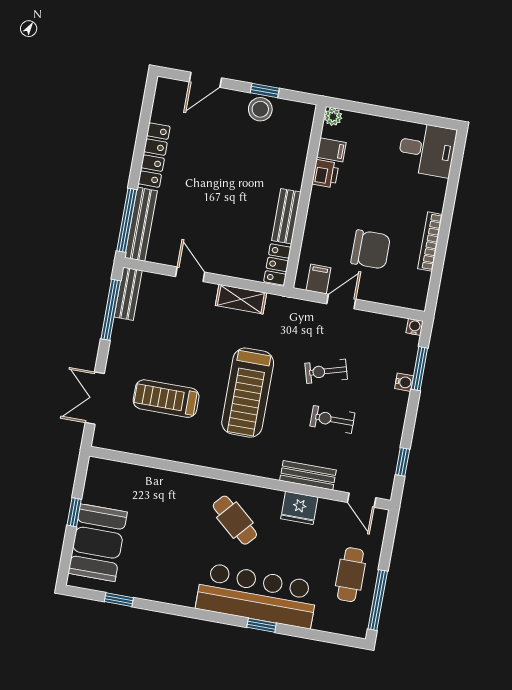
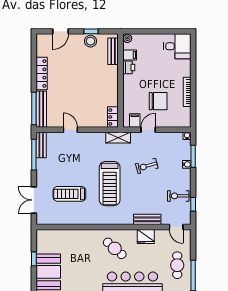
bench: (286, 216) -> (113, 51), moved
shelving: (241, 299) -> (118, 138), moved
exercise bike: (332, 419) -> (178, 196), moved

